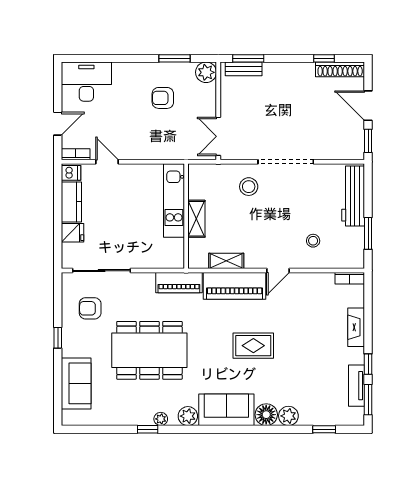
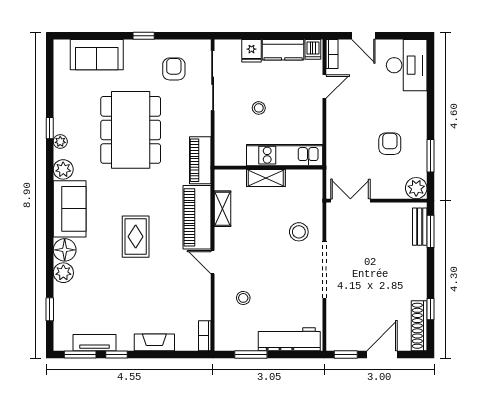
stool: (128, 226) -> (259, 108), added

